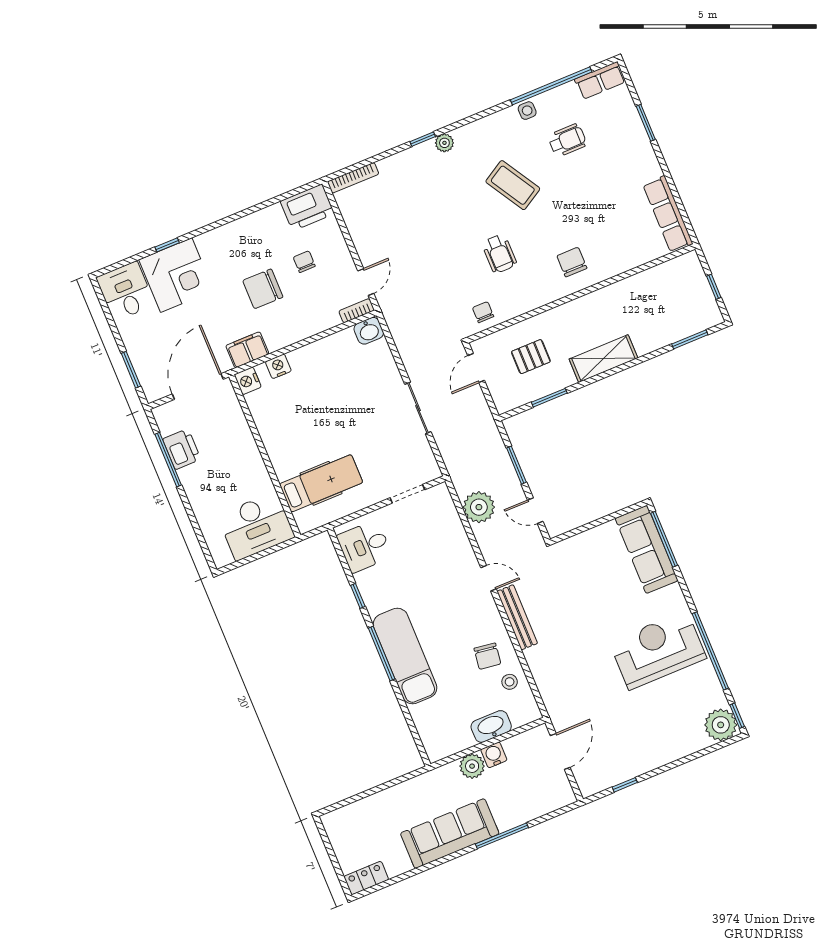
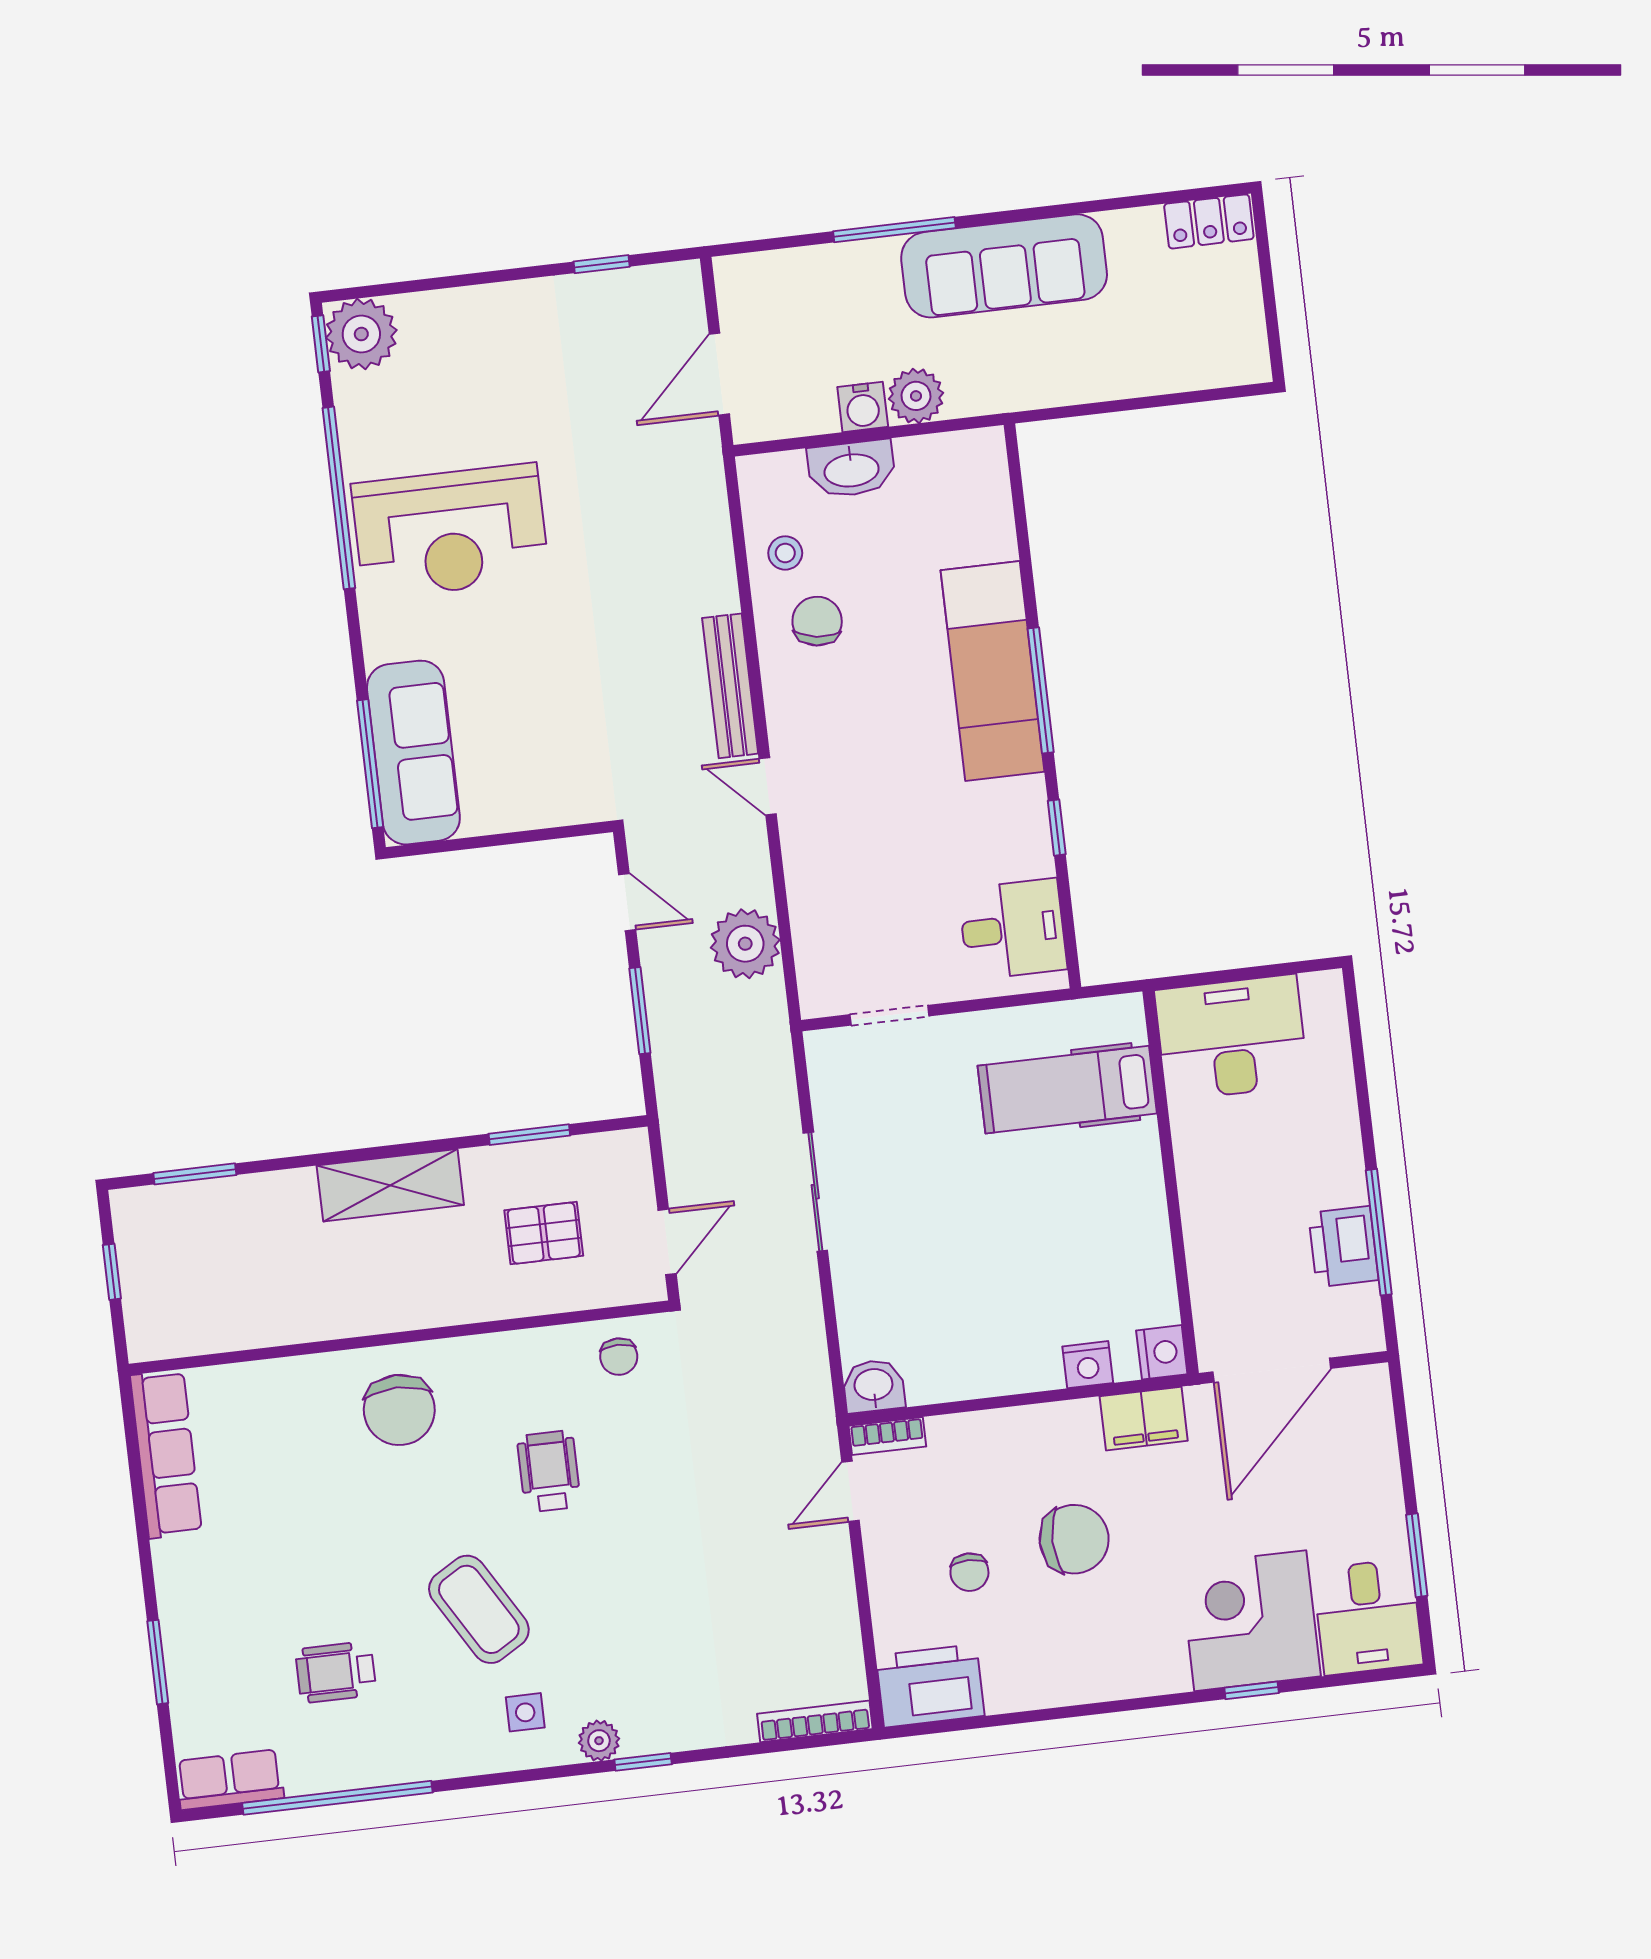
side table: (527, 111) -> (525, 1712), moved
chair: (572, 262) -> (399, 1410), width x1.37, depth x1.37
window: (131, 370) -> (1417, 1555), moved

